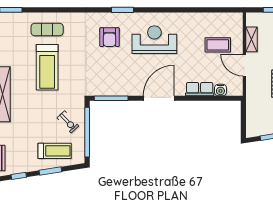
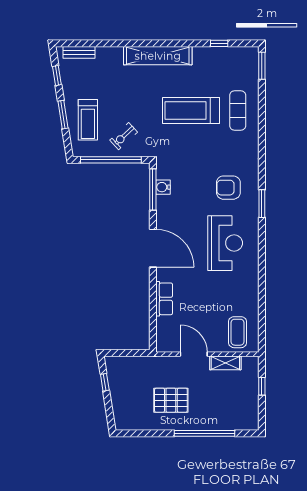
coffee table: (218, 45) -> (238, 332), moved
door: (244, 65) -> (194, 354), hinge flipped
water cooler: (220, 90) -> (163, 187), moved

